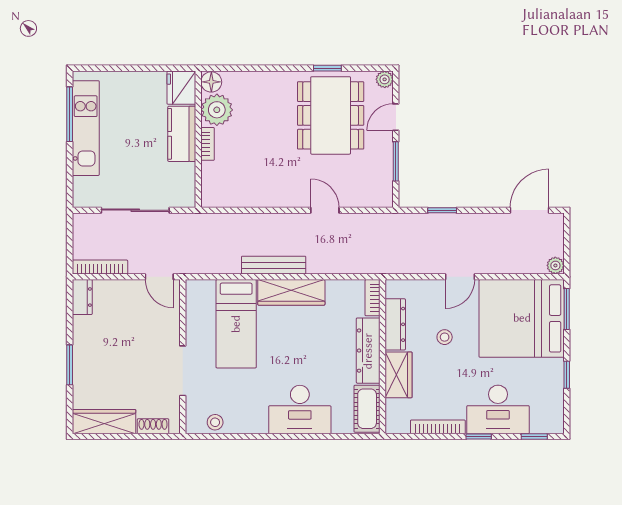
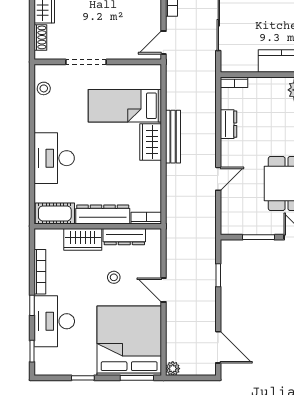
bookcase: (208, 144) -> (234, 82), moved
dresser: (258, 198) -> (229, 124), added
wardrobe: (291, 292) -> (151, 142), width x0.67

